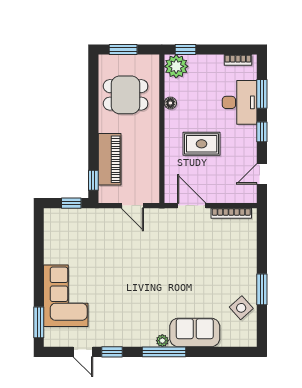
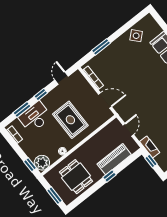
rug: (202, 144) -> (70, 120), width x1.36, depth x1.43
door: (262, 174) -> (62, 78), swing flipped
window: (93, 180) -> (110, 176), moved
door: (192, 206) -> (105, 100), swing flipped
fireplace: (90, 215) -> (150, 147), added
window: (262, 289) -> (101, 47), moved

